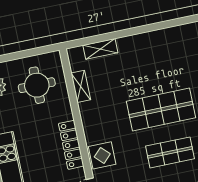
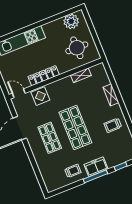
shelving: (100, 49) -> (111, 95), moved
trolley: (168, 50) -> (113, 125), added

